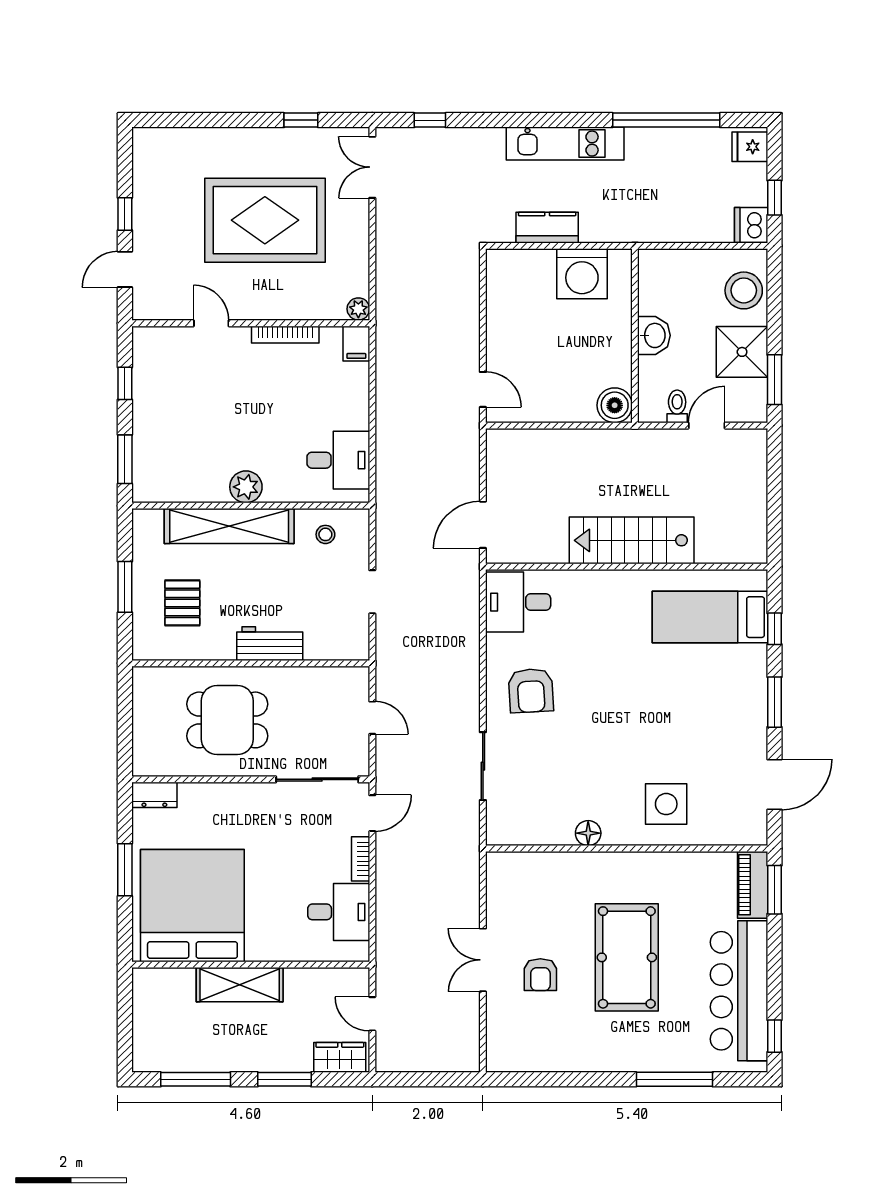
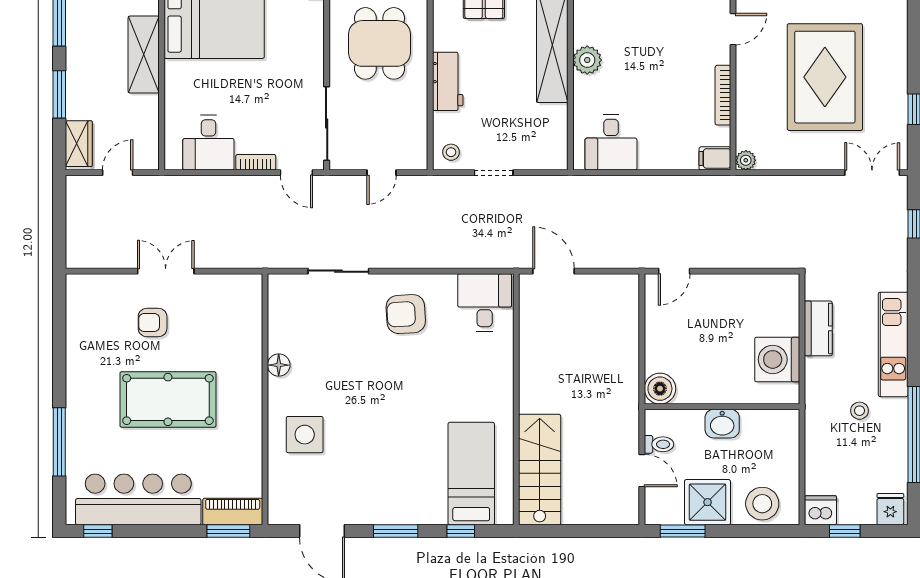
stool: (639, 181) -> (860, 411), added
stool: (325, 534) -> (451, 152), moved
stairs: (632, 540) -> (540, 469), moved

